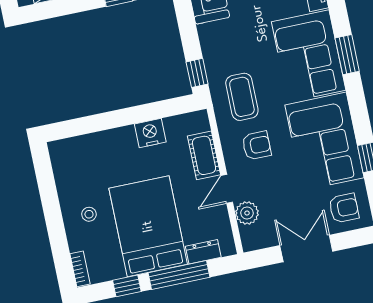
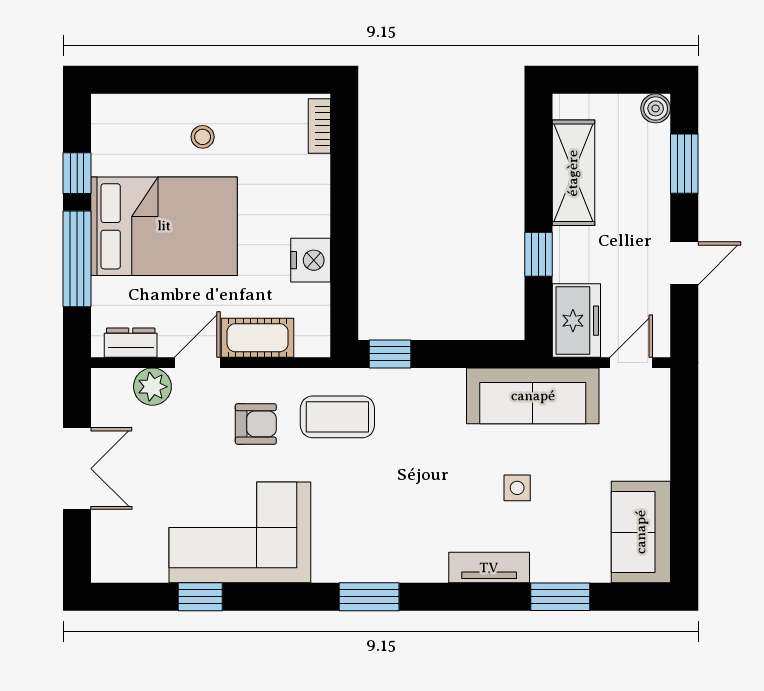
corner sofa: (309, 56) -> (380, 536), removed
armchair: (257, 145) -> (256, 424), turned -90
door: (227, 189) -> (197, 363), hinge flipped
armchair: (344, 208) -> (128, 541), removed
dresser: (203, 252) -> (131, 343), moved, turned -90
bookcase: (80, 269) -> (319, 126), moved, turned 90

